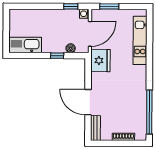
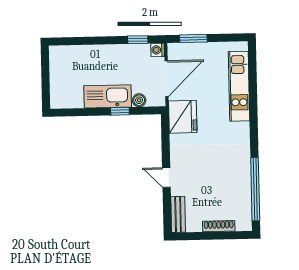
kitchen sink: (25, 45) -> (108, 96), moved
door: (88, 102) -> (166, 177), width x0.53

